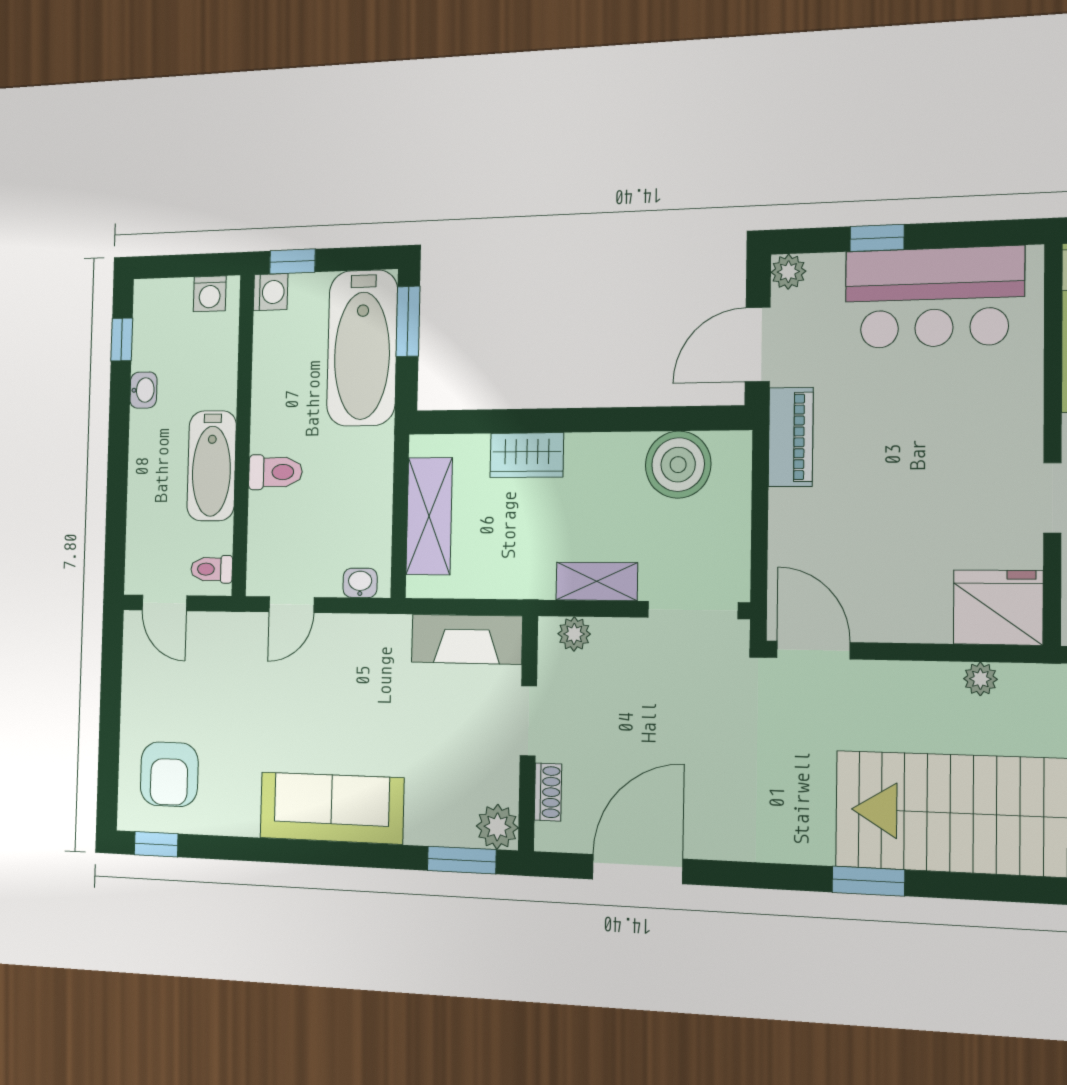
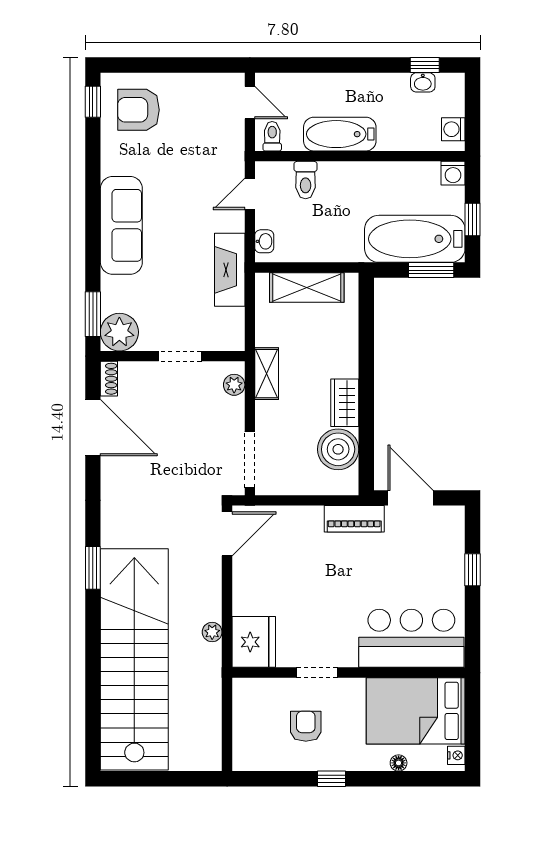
window: (292, 262) -> (473, 220), moved
plant: (788, 272) -> (454, 516), removed
bar counter: (934, 297) -> (411, 638), moved, turned 90
washbasin: (143, 390) -> (423, 82), moved
wardrobe: (527, 455) -> (345, 403), moved
toilet: (275, 472) -> (306, 180), moved
shelving: (597, 581) -> (267, 374), moved
door: (164, 603) -> (250, 103), swing flipped
door: (291, 605) -> (250, 194), hinge flipped
fireplace: (467, 639) -> (230, 270), moved
shoe rack: (548, 792) -> (109, 379), moved, turned -90
plant: (497, 827) -> (119, 332), width x1.36, depth x1.36

